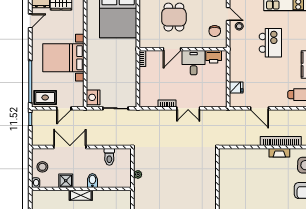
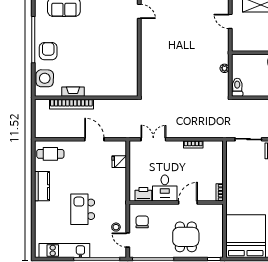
double door: (188, 108) -> (153, 139), moved
toilet: (109, 157) -> (237, 87), moved

